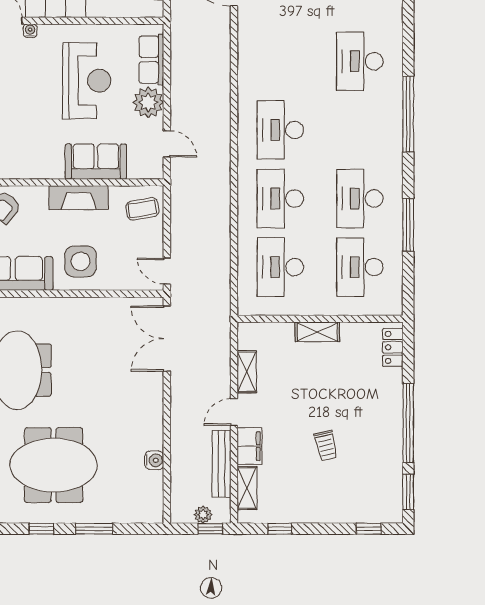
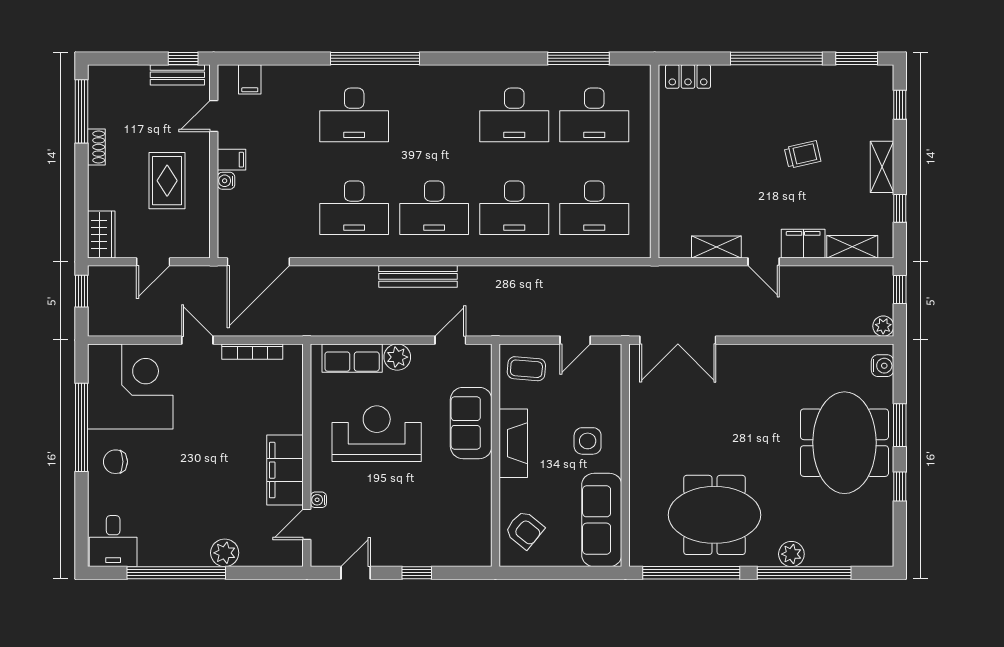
desk: (280, 61) -> (354, 208), added
plant: (148, 102) -> (397, 357), width x0.73, depth x0.73
window: (408, 114) -> (375, 58), moved
coffee table: (142, 209) -> (526, 369), turned -75
window: (408, 225) -> (578, 58), moved
side table: (80, 261) -> (588, 441), width x0.73, depth x0.73
door: (167, 271) -> (575, 340), moved
shelving: (317, 332) -> (882, 167), moved
water cooler: (154, 460) -> (883, 366), moved, turned 90
bench: (221, 464) -> (418, 276), moved
meeting table: (54, 465) -> (844, 443), moved
plant: (203, 515) -> (883, 326), moved

